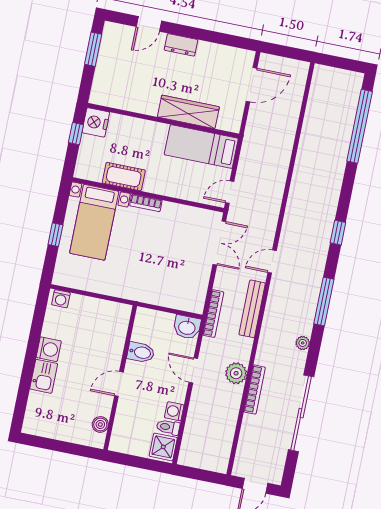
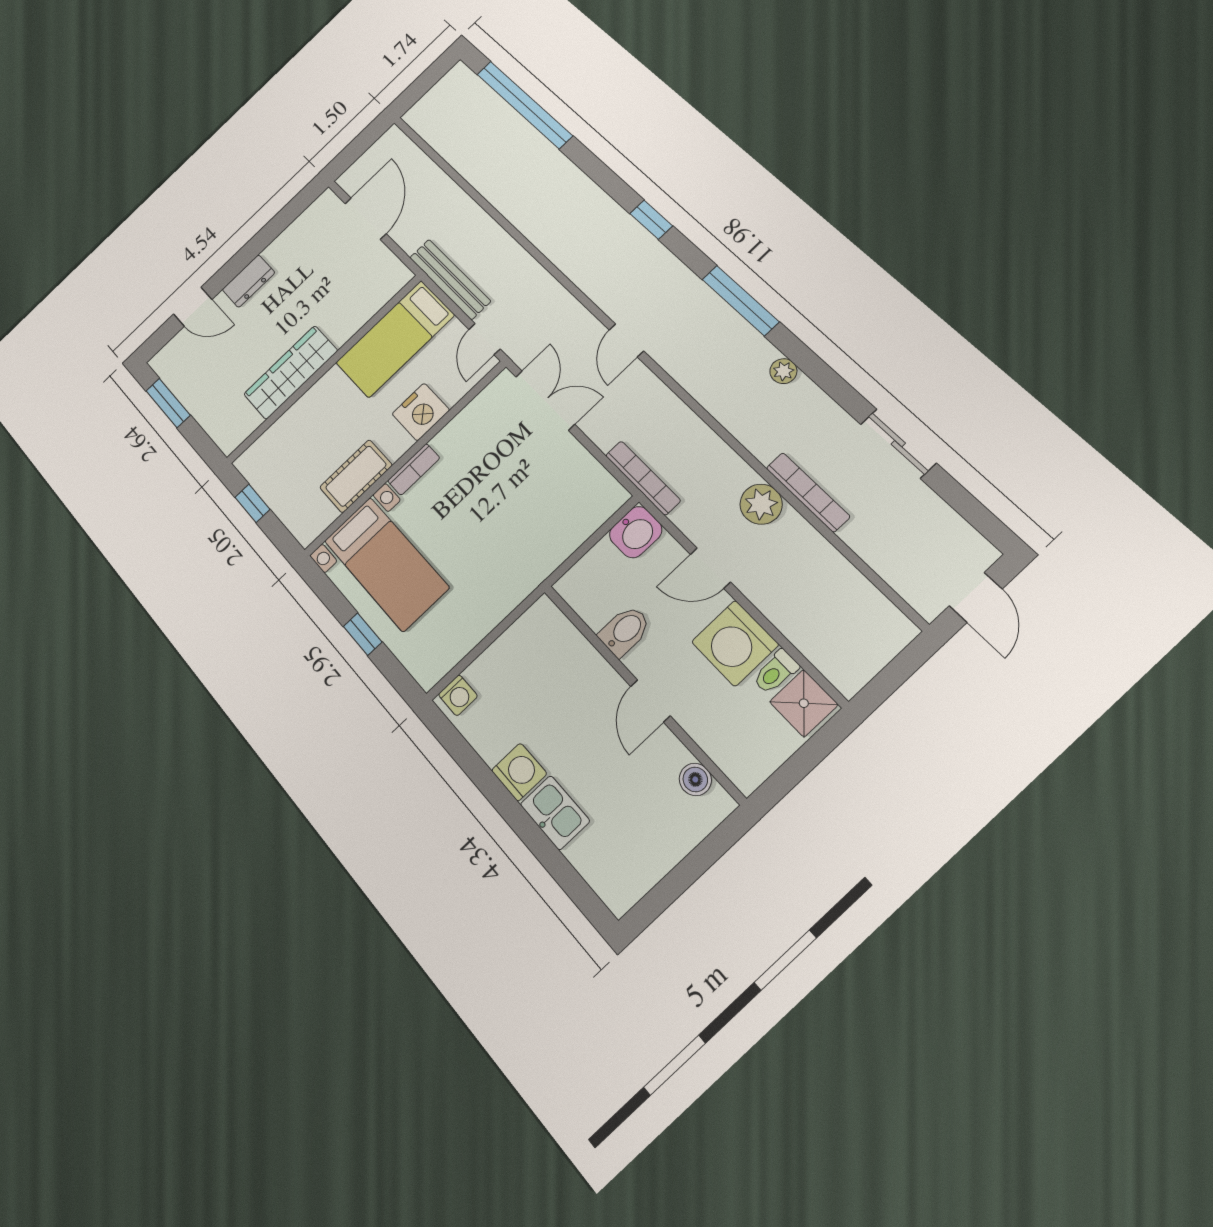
door: (149, 24) -> (193, 307), hinge flipped
wardrobe: (188, 112) -> (291, 372), moved
nightstand: (96, 122) -> (421, 412), moved, turned -90
bench: (252, 309) -> (450, 279), moved
washing machine: (174, 411) -> (735, 643), width x1.89, depth x1.89
sliding door: (301, 413) -> (898, 444), width x0.54

